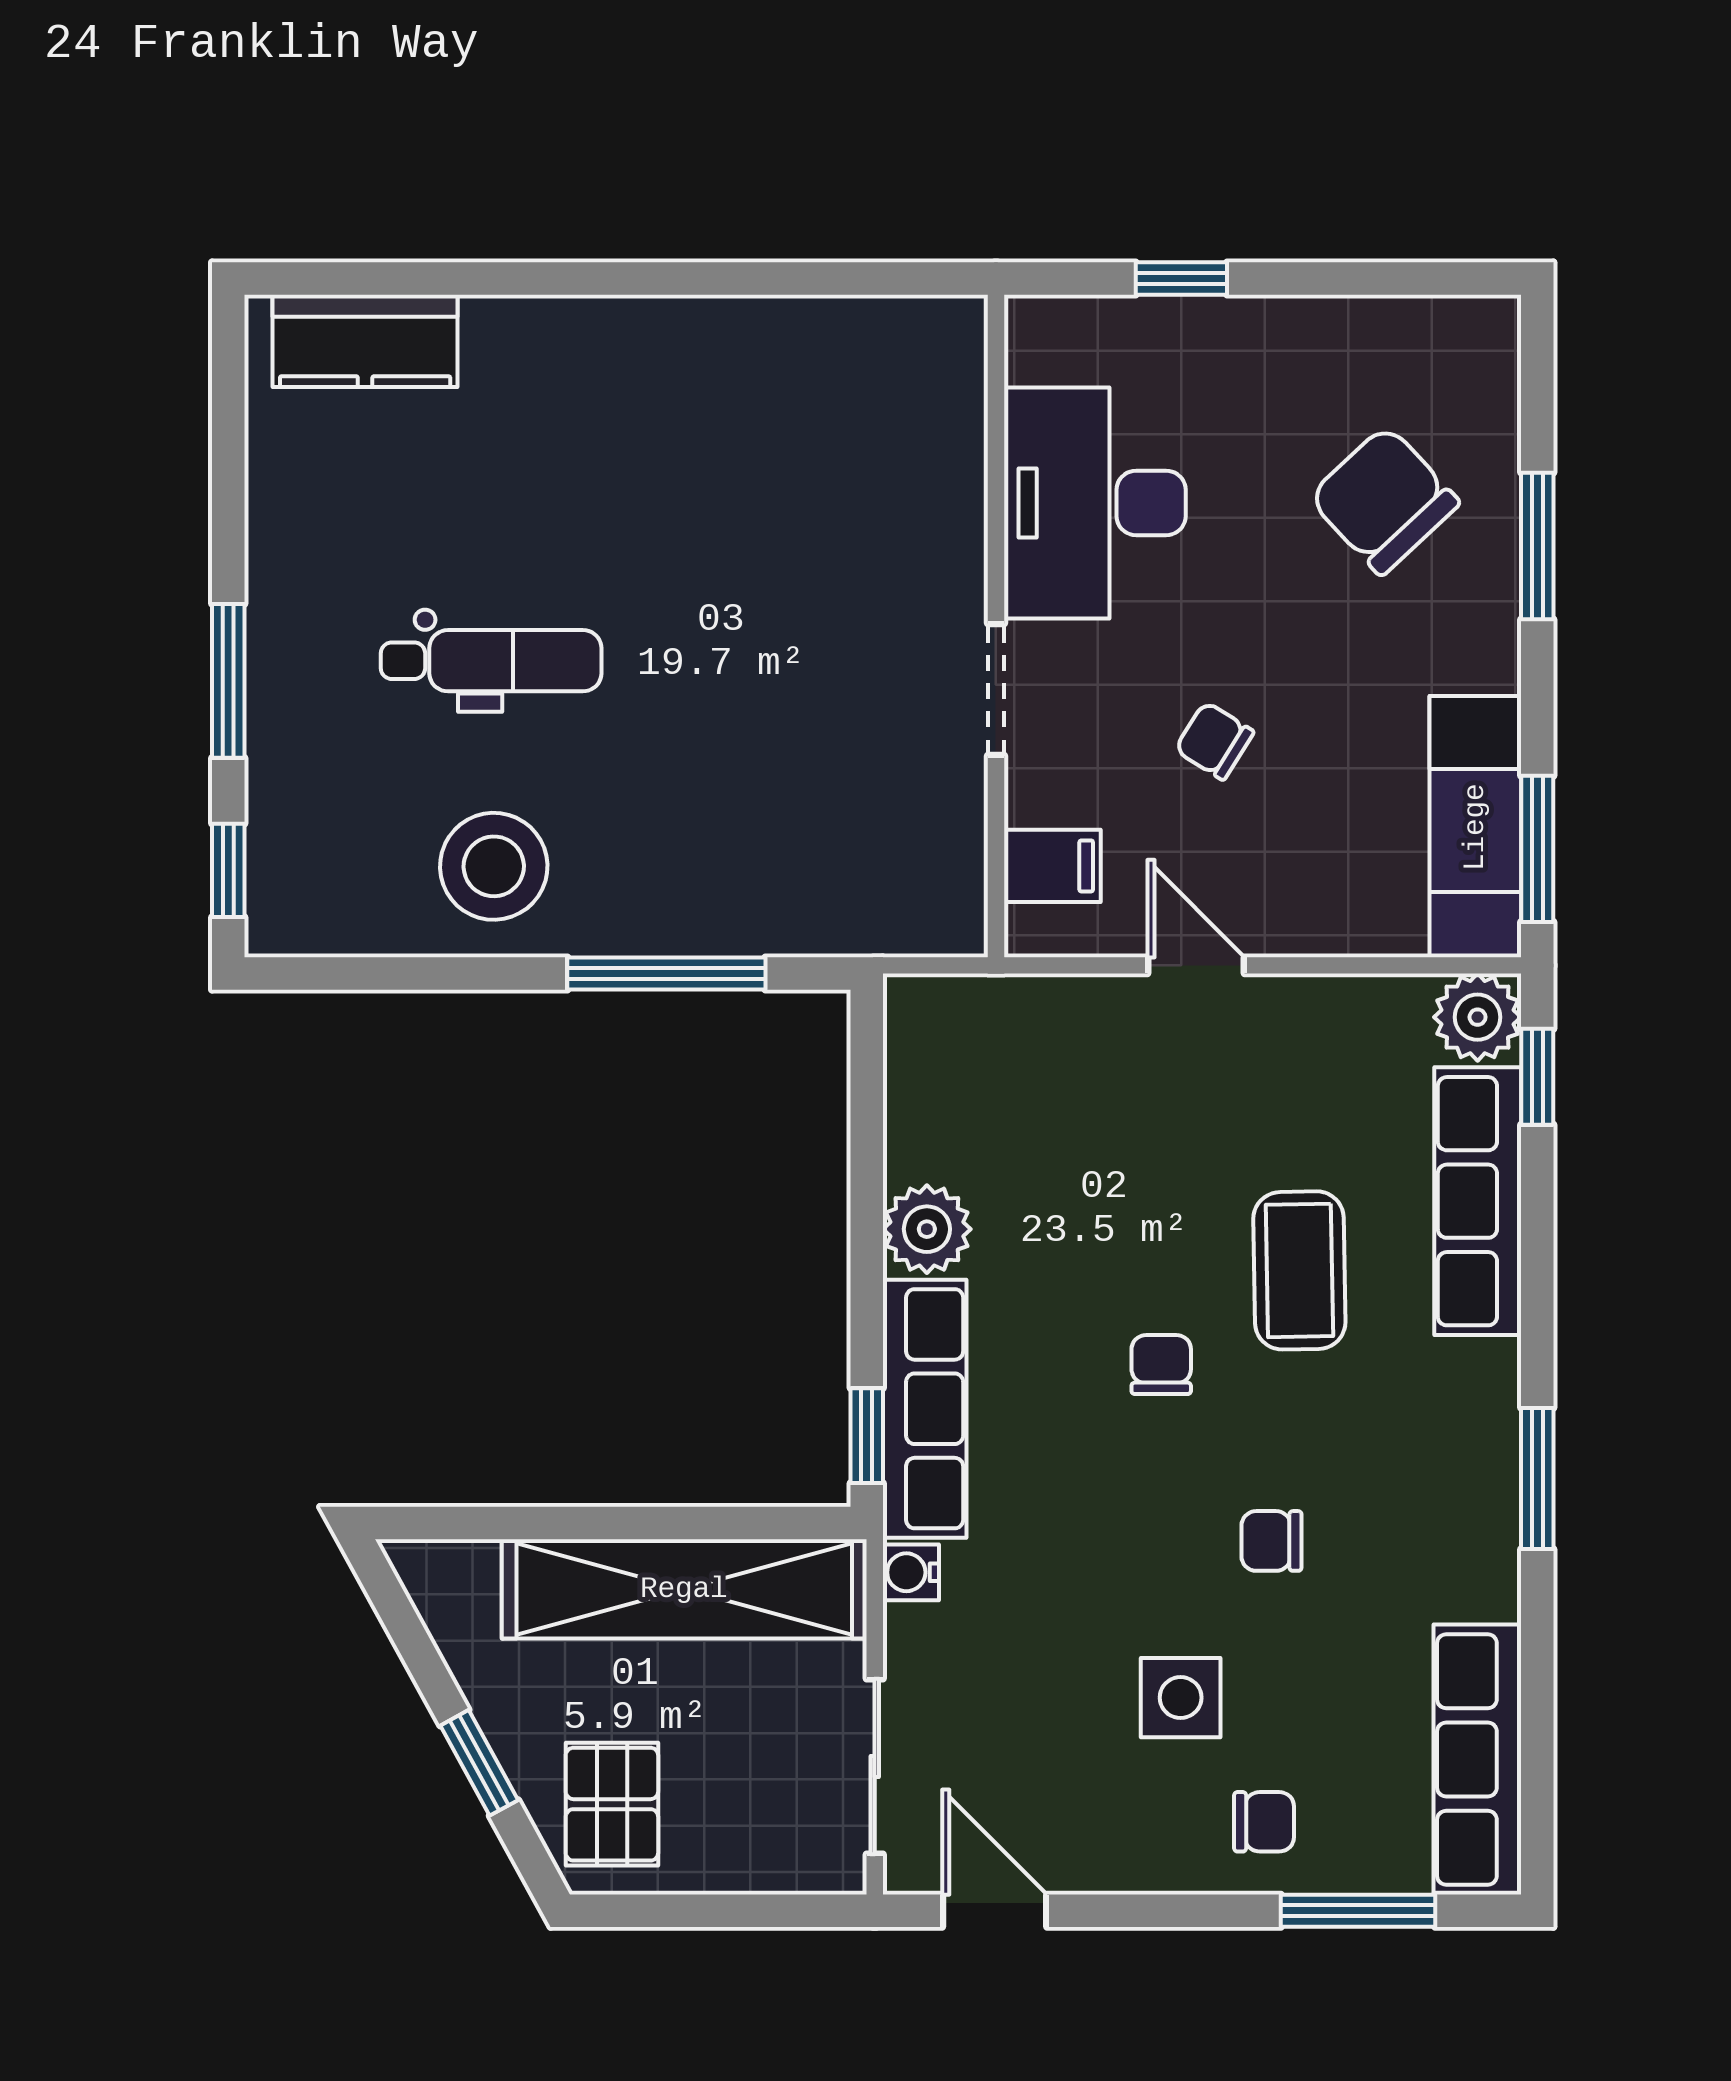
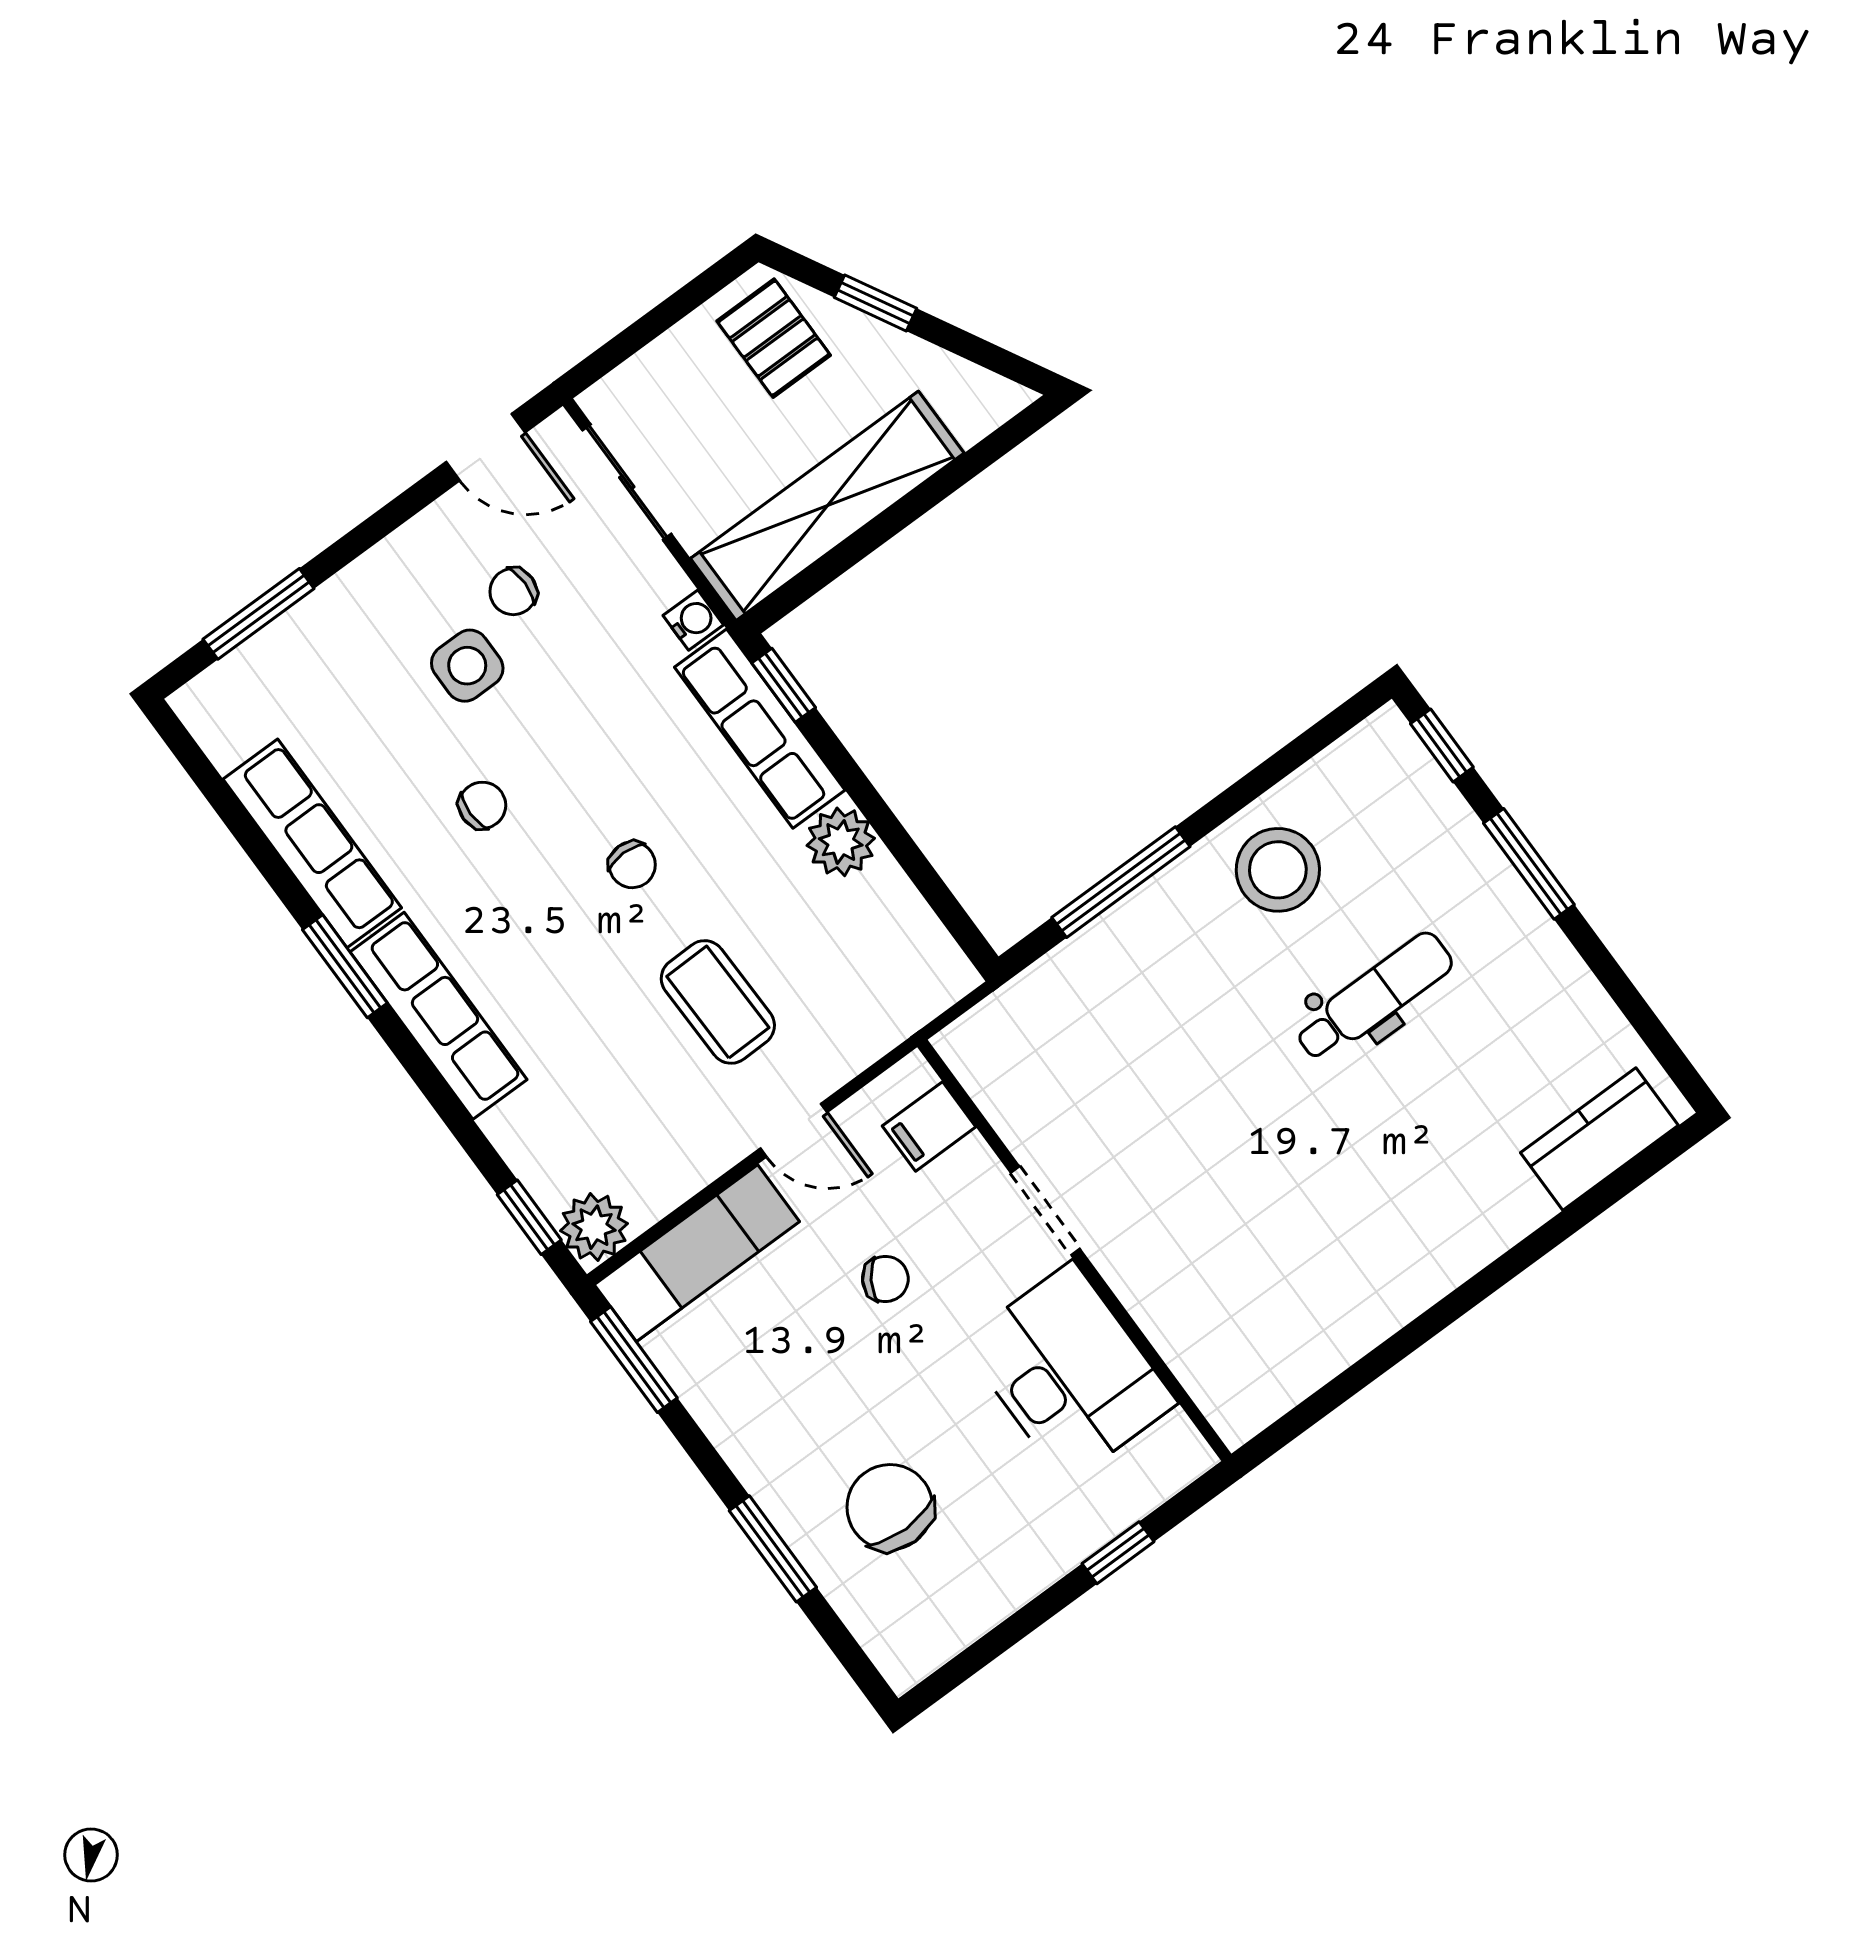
chair: (1384, 500) -> (890, 1507), turned -137
dental chair: (491, 661) -> (1374, 997), turned 180
exam couch: (1475, 827) -> (697, 1253), moved, turned 90
row of seats: (1478, 1201) -> (438, 1016), moved
coffee table: (1299, 1270) -> (718, 1002), moved
row of seats: (1477, 1760) -> (312, 843), moved
chair: (1264, 1822) -> (513, 592), moved

